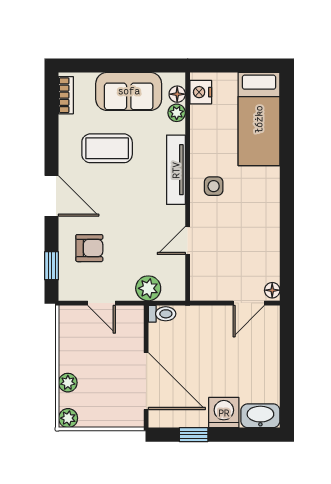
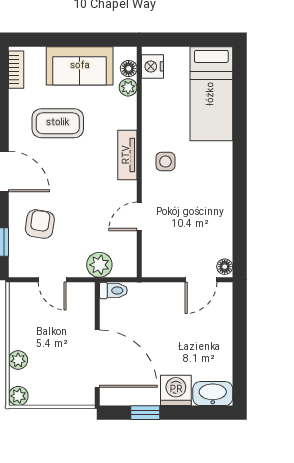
tv unit: (176, 170) -> (127, 155), width x0.71
armchair: (89, 248) -> (40, 224), turned -81

